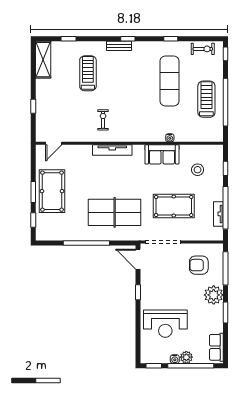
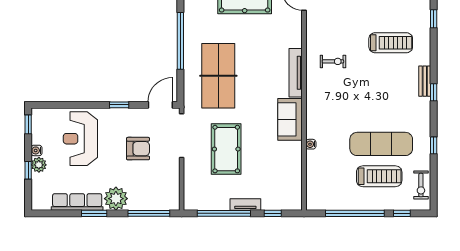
window: (226, 54) -> (402, 213), moved
treadmill: (206, 99) -> (379, 176), moved
sofa: (162, 154) -> (290, 119), moved
stool: (198, 170) -> (271, 179), removed
tv unit: (218, 214) -> (245, 204), moved
armchair: (199, 265) -> (138, 149), moved, turned 90
row of seats: (216, 347) -> (77, 202), moved, width x1.48
window: (191, 366) -> (28, 170), width x0.32

